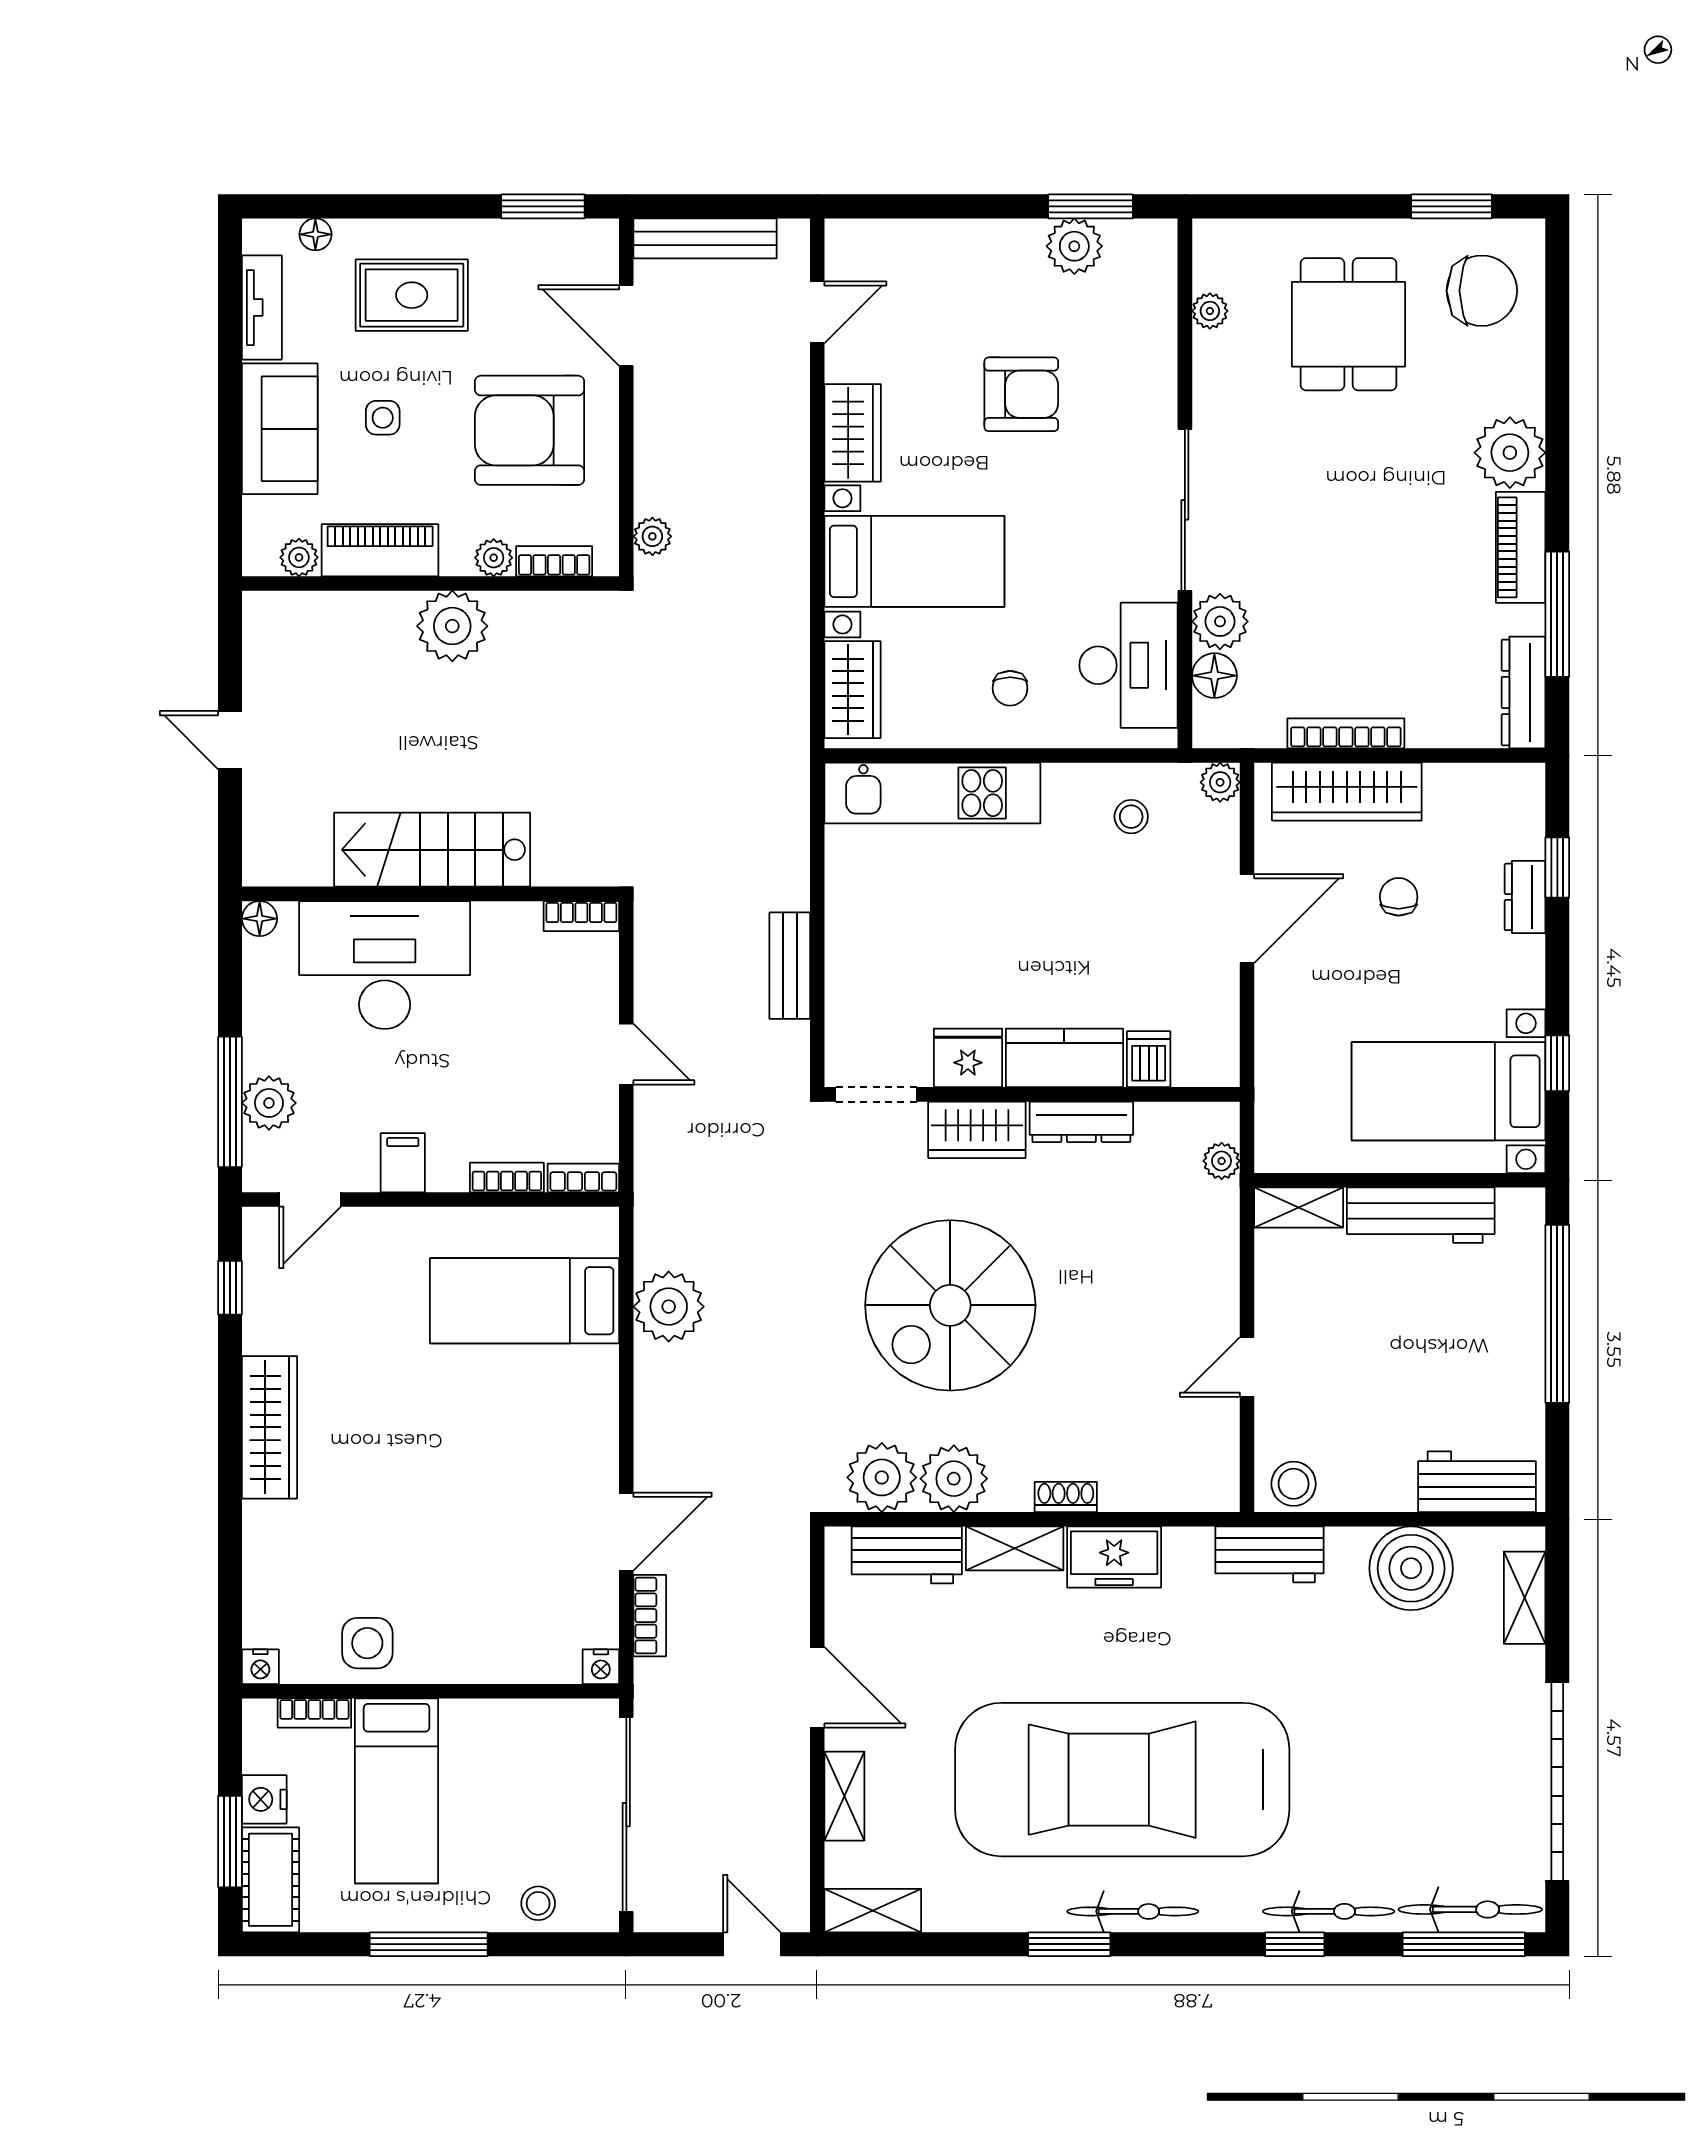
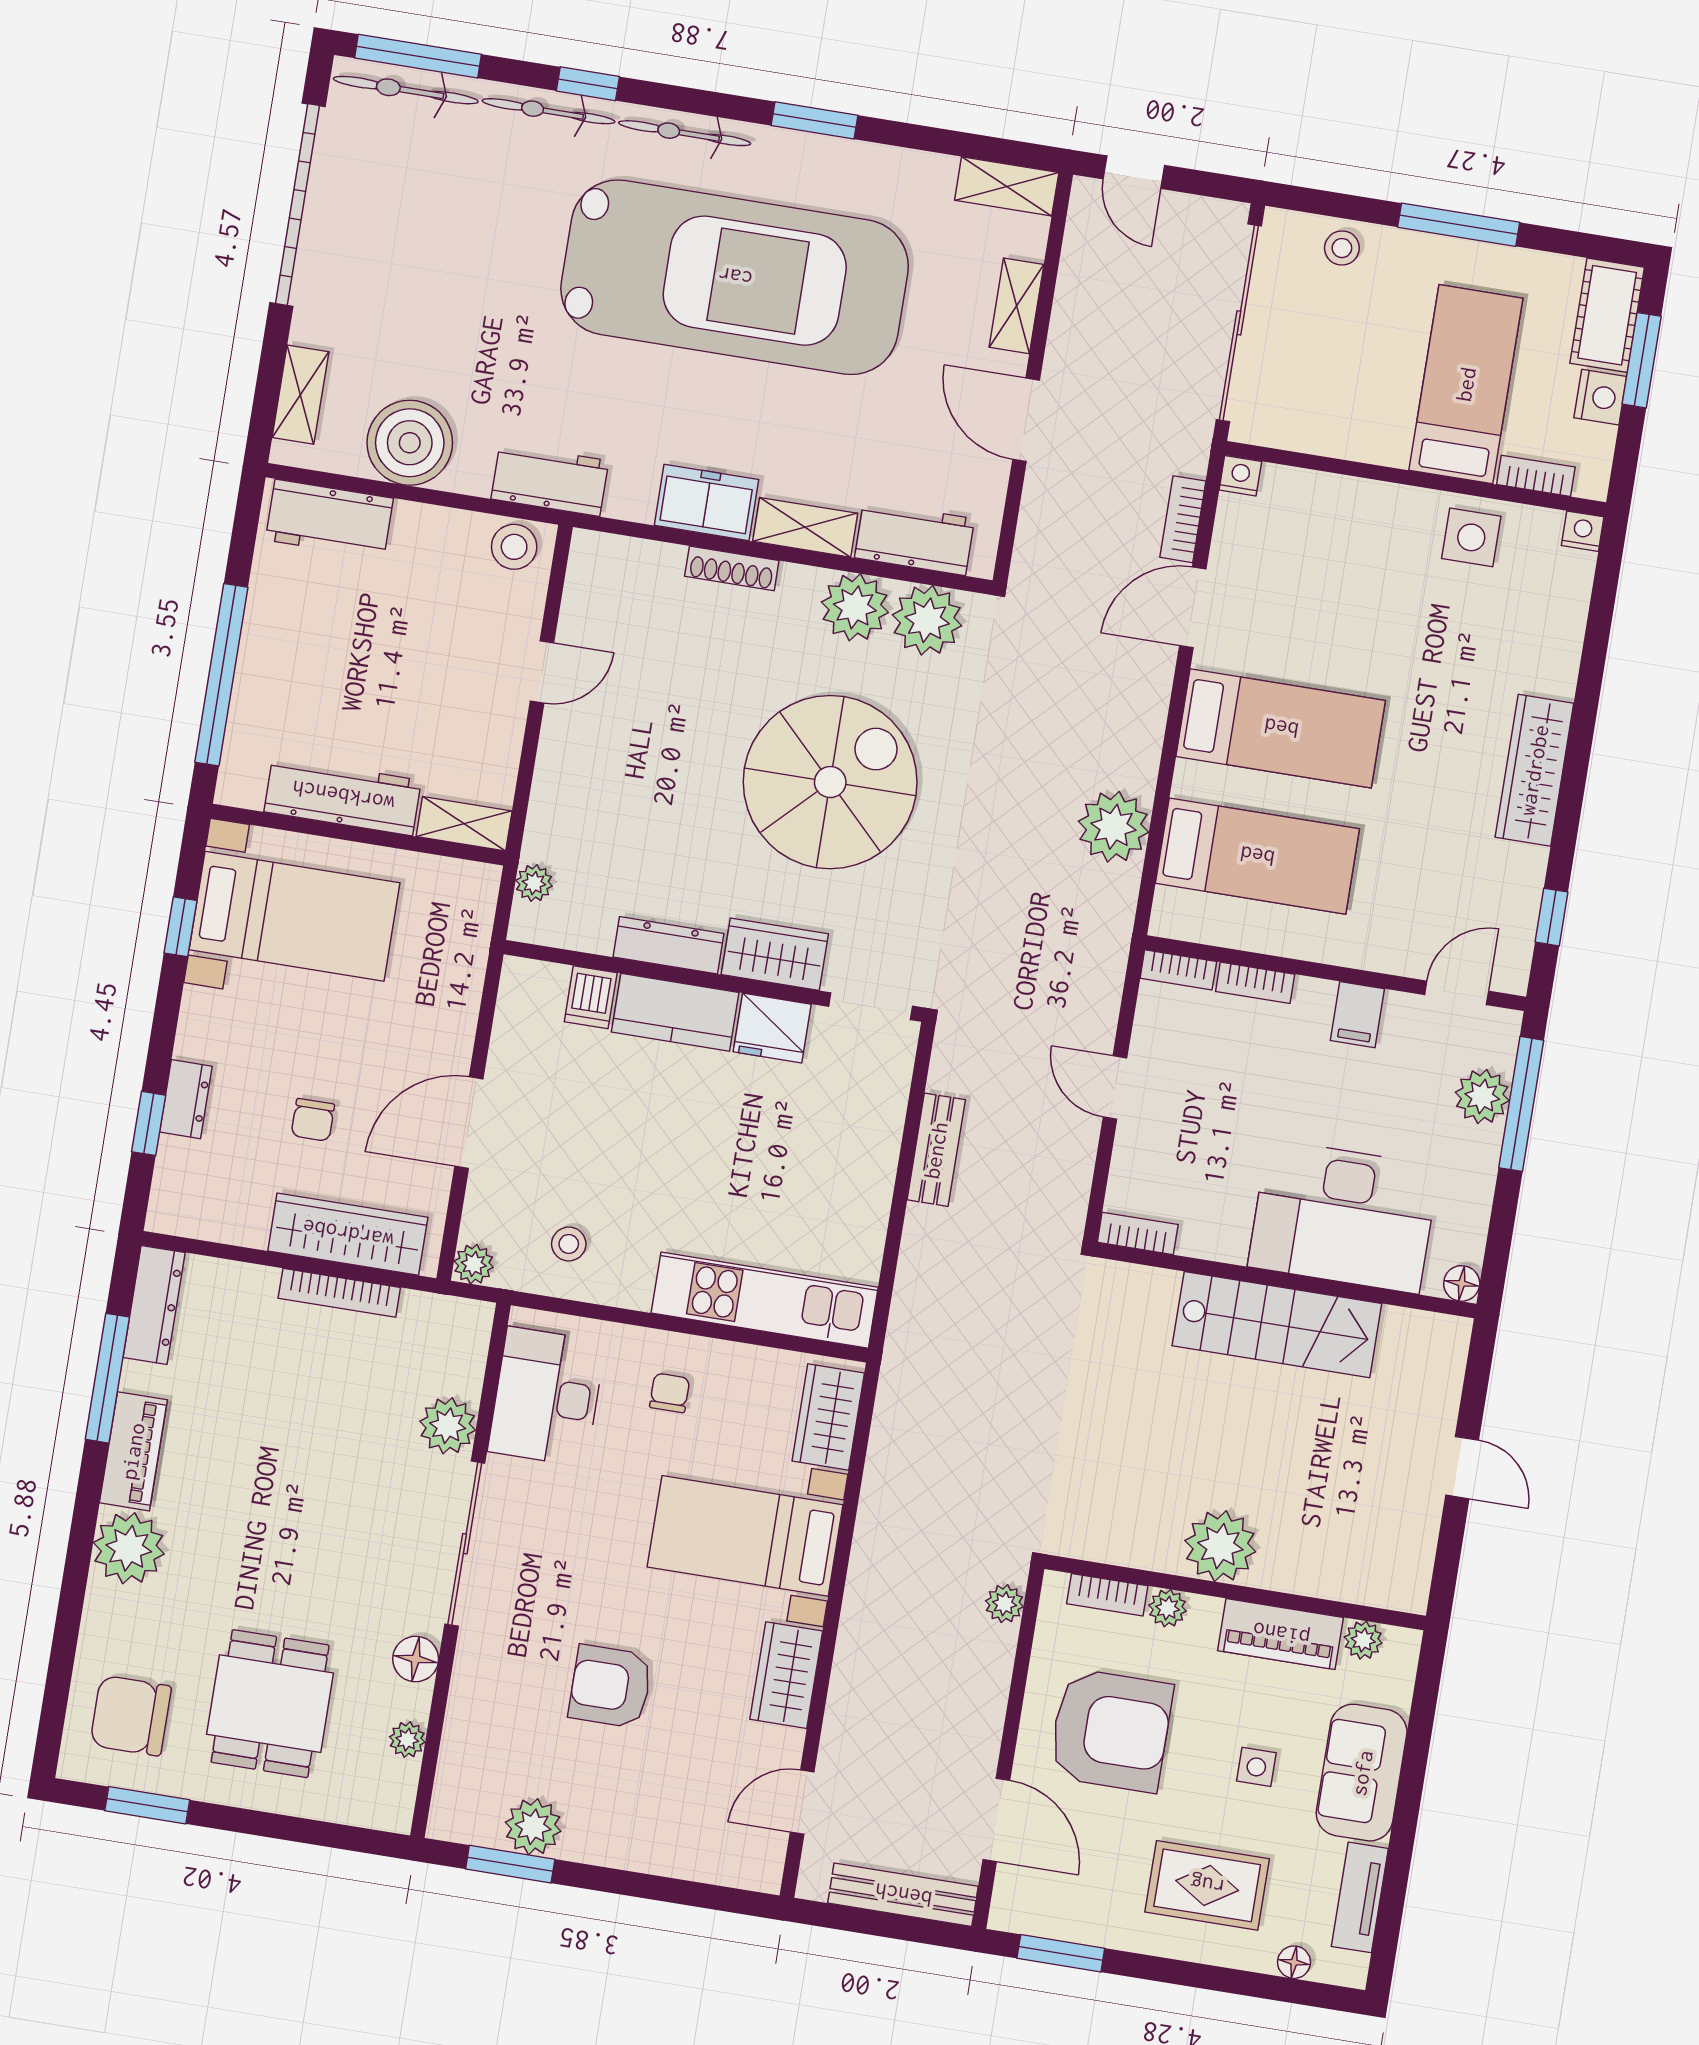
floor lamp: (1214, 676) -> (416, 1659), moved
bed: (522, 1428) -> (1281, 728), added
shoe rack: (1066, 1497) -> (732, 568), width x1.43
bicycle: (1133, 1911) -> (685, 133), moved

